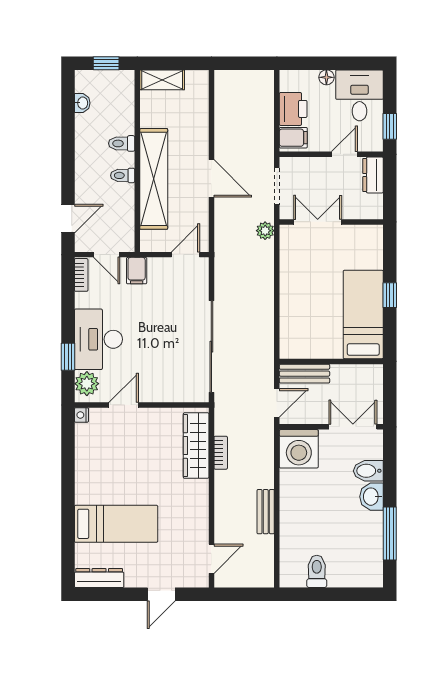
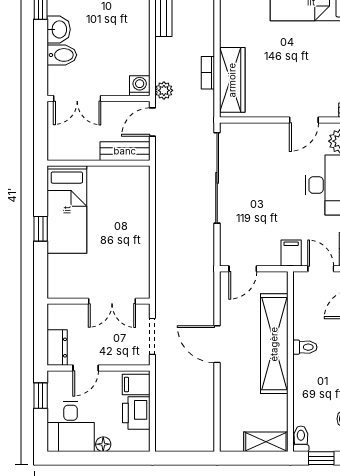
toilet: (122, 143) -> (301, 439), moved, turned -90
plant: (265, 231) -> (164, 90), moved
washing machine: (299, 449) -> (140, 86), width x0.53, depth x0.53

